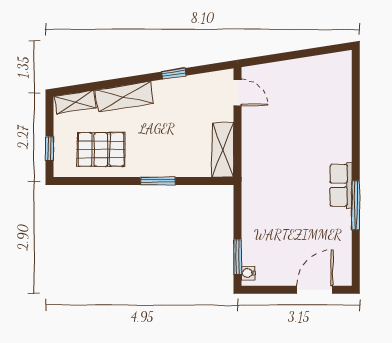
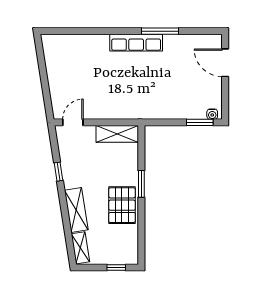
pallet: (101, 149) -> (122, 205), moved
row of seats: (341, 185) -> (136, 43), width x1.48

